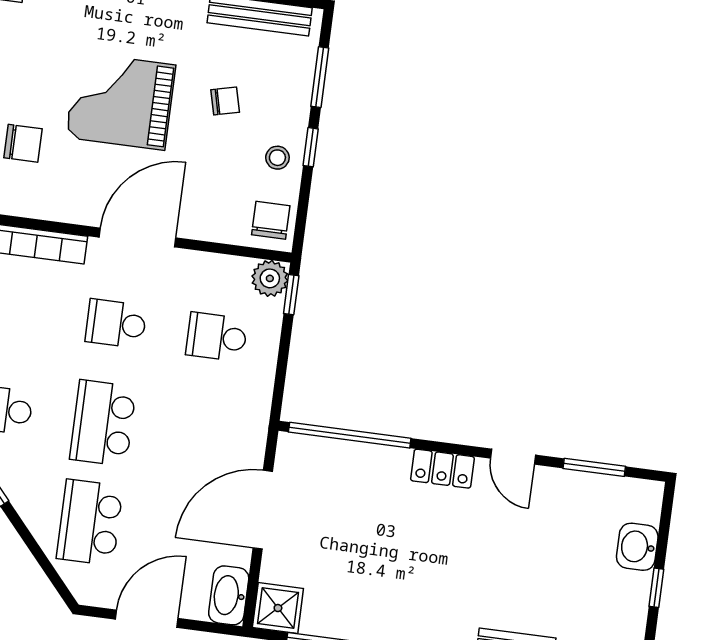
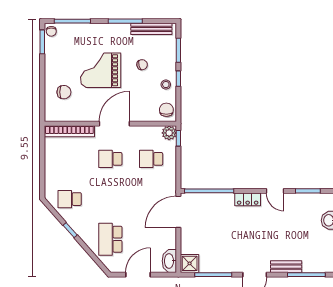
school desk: (103, 423) -> (110, 199), removed
door: (263, 510) -> (178, 212), moved

